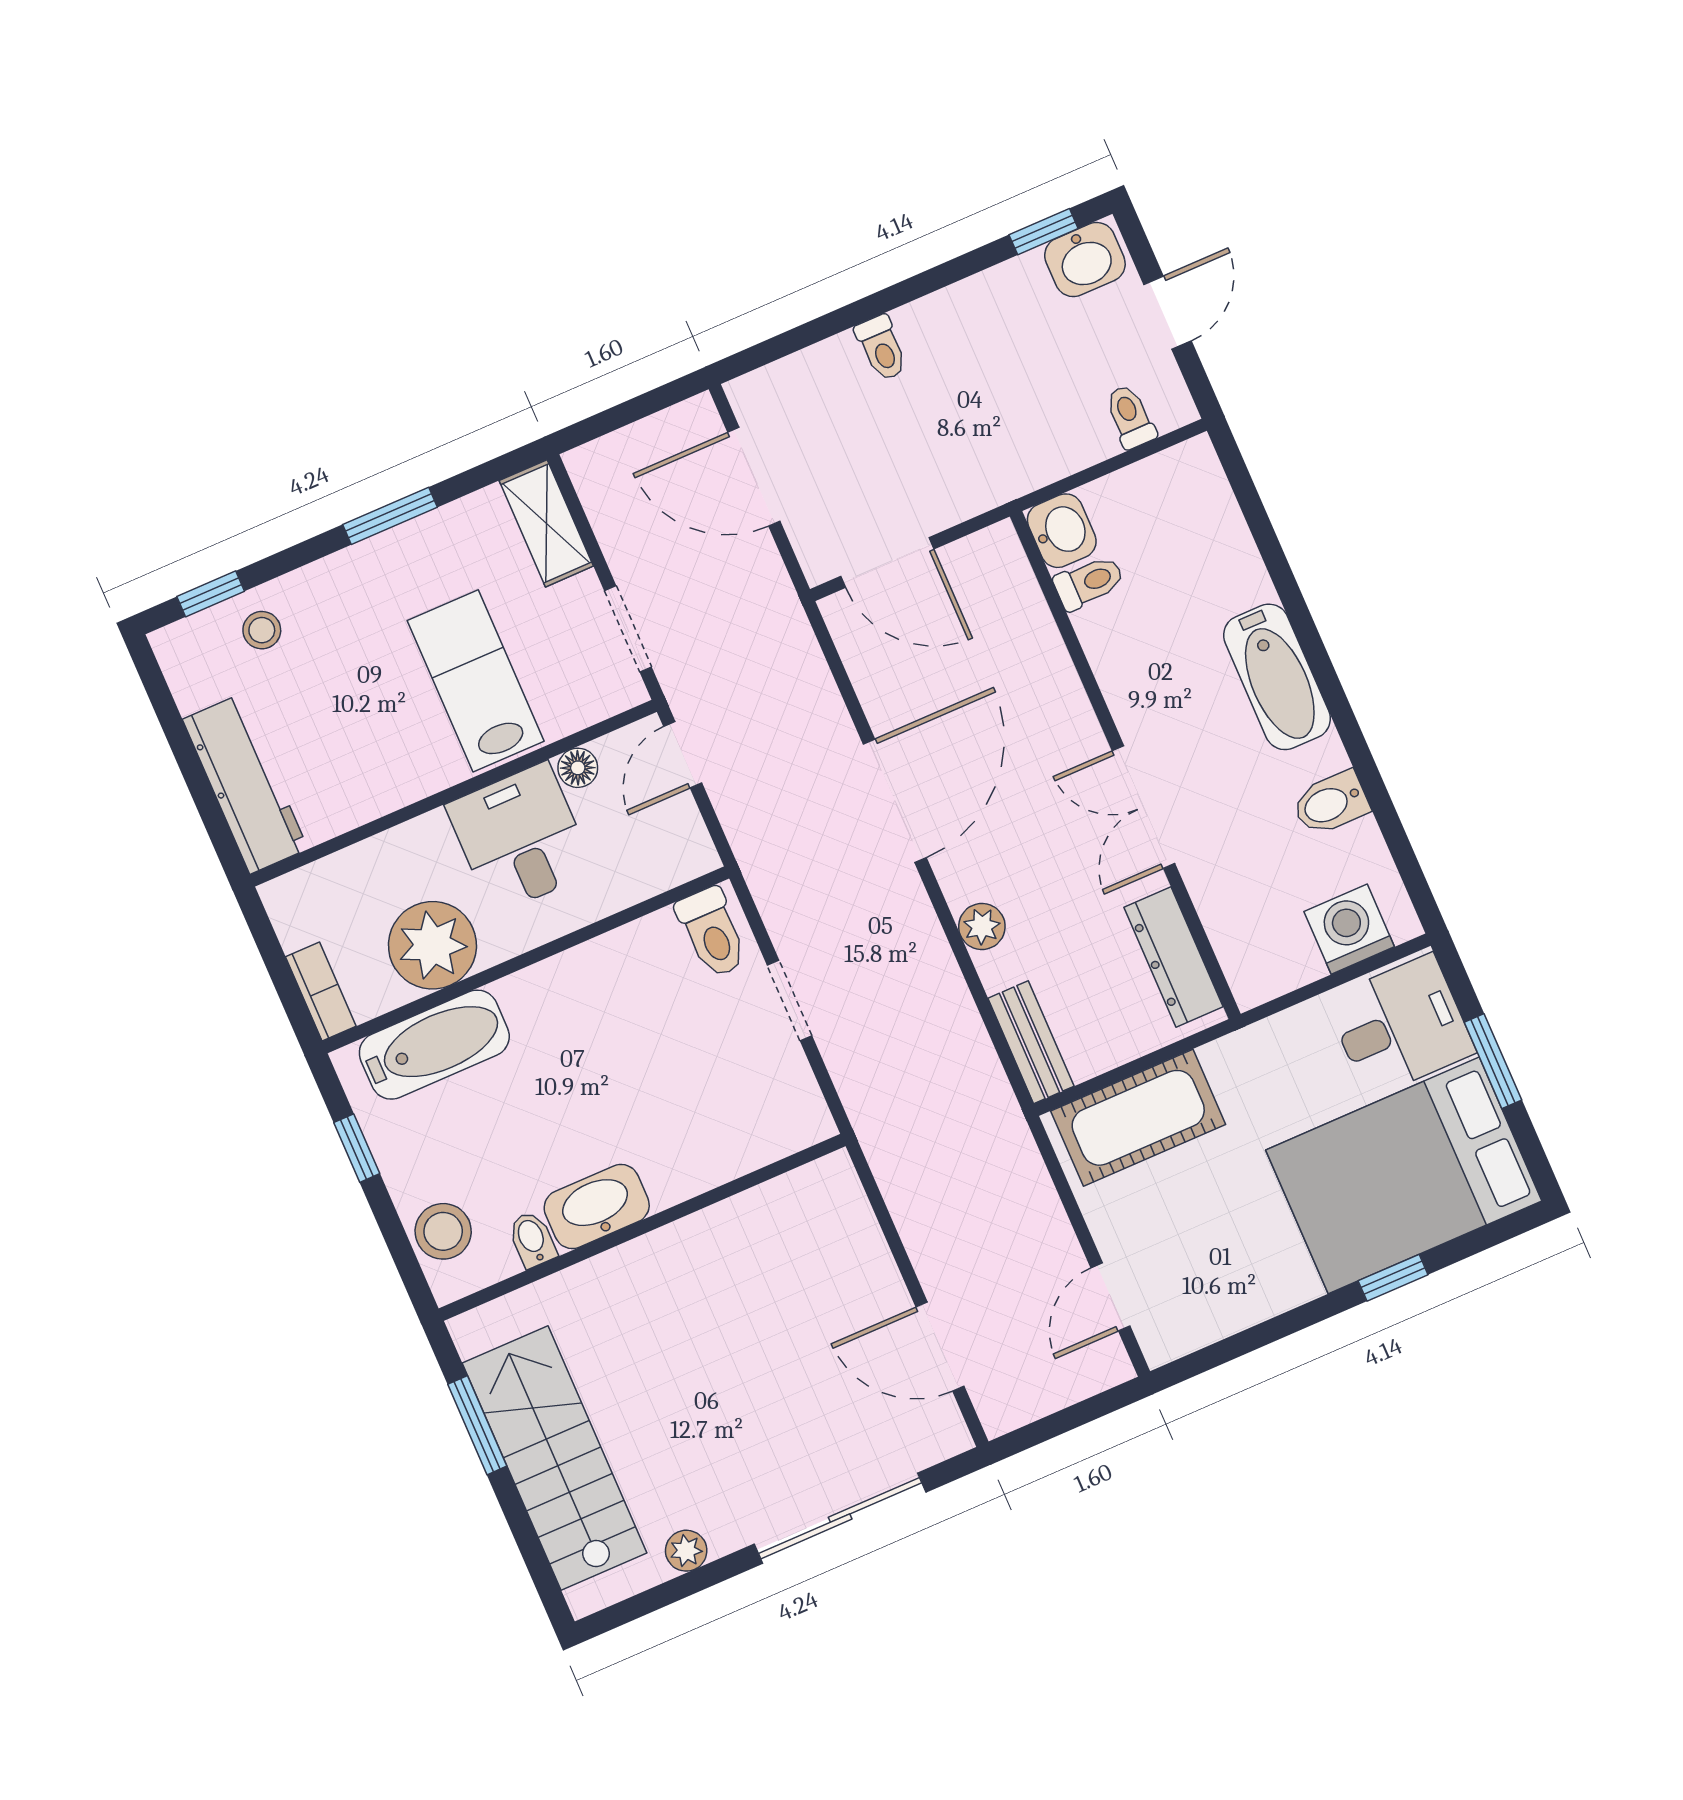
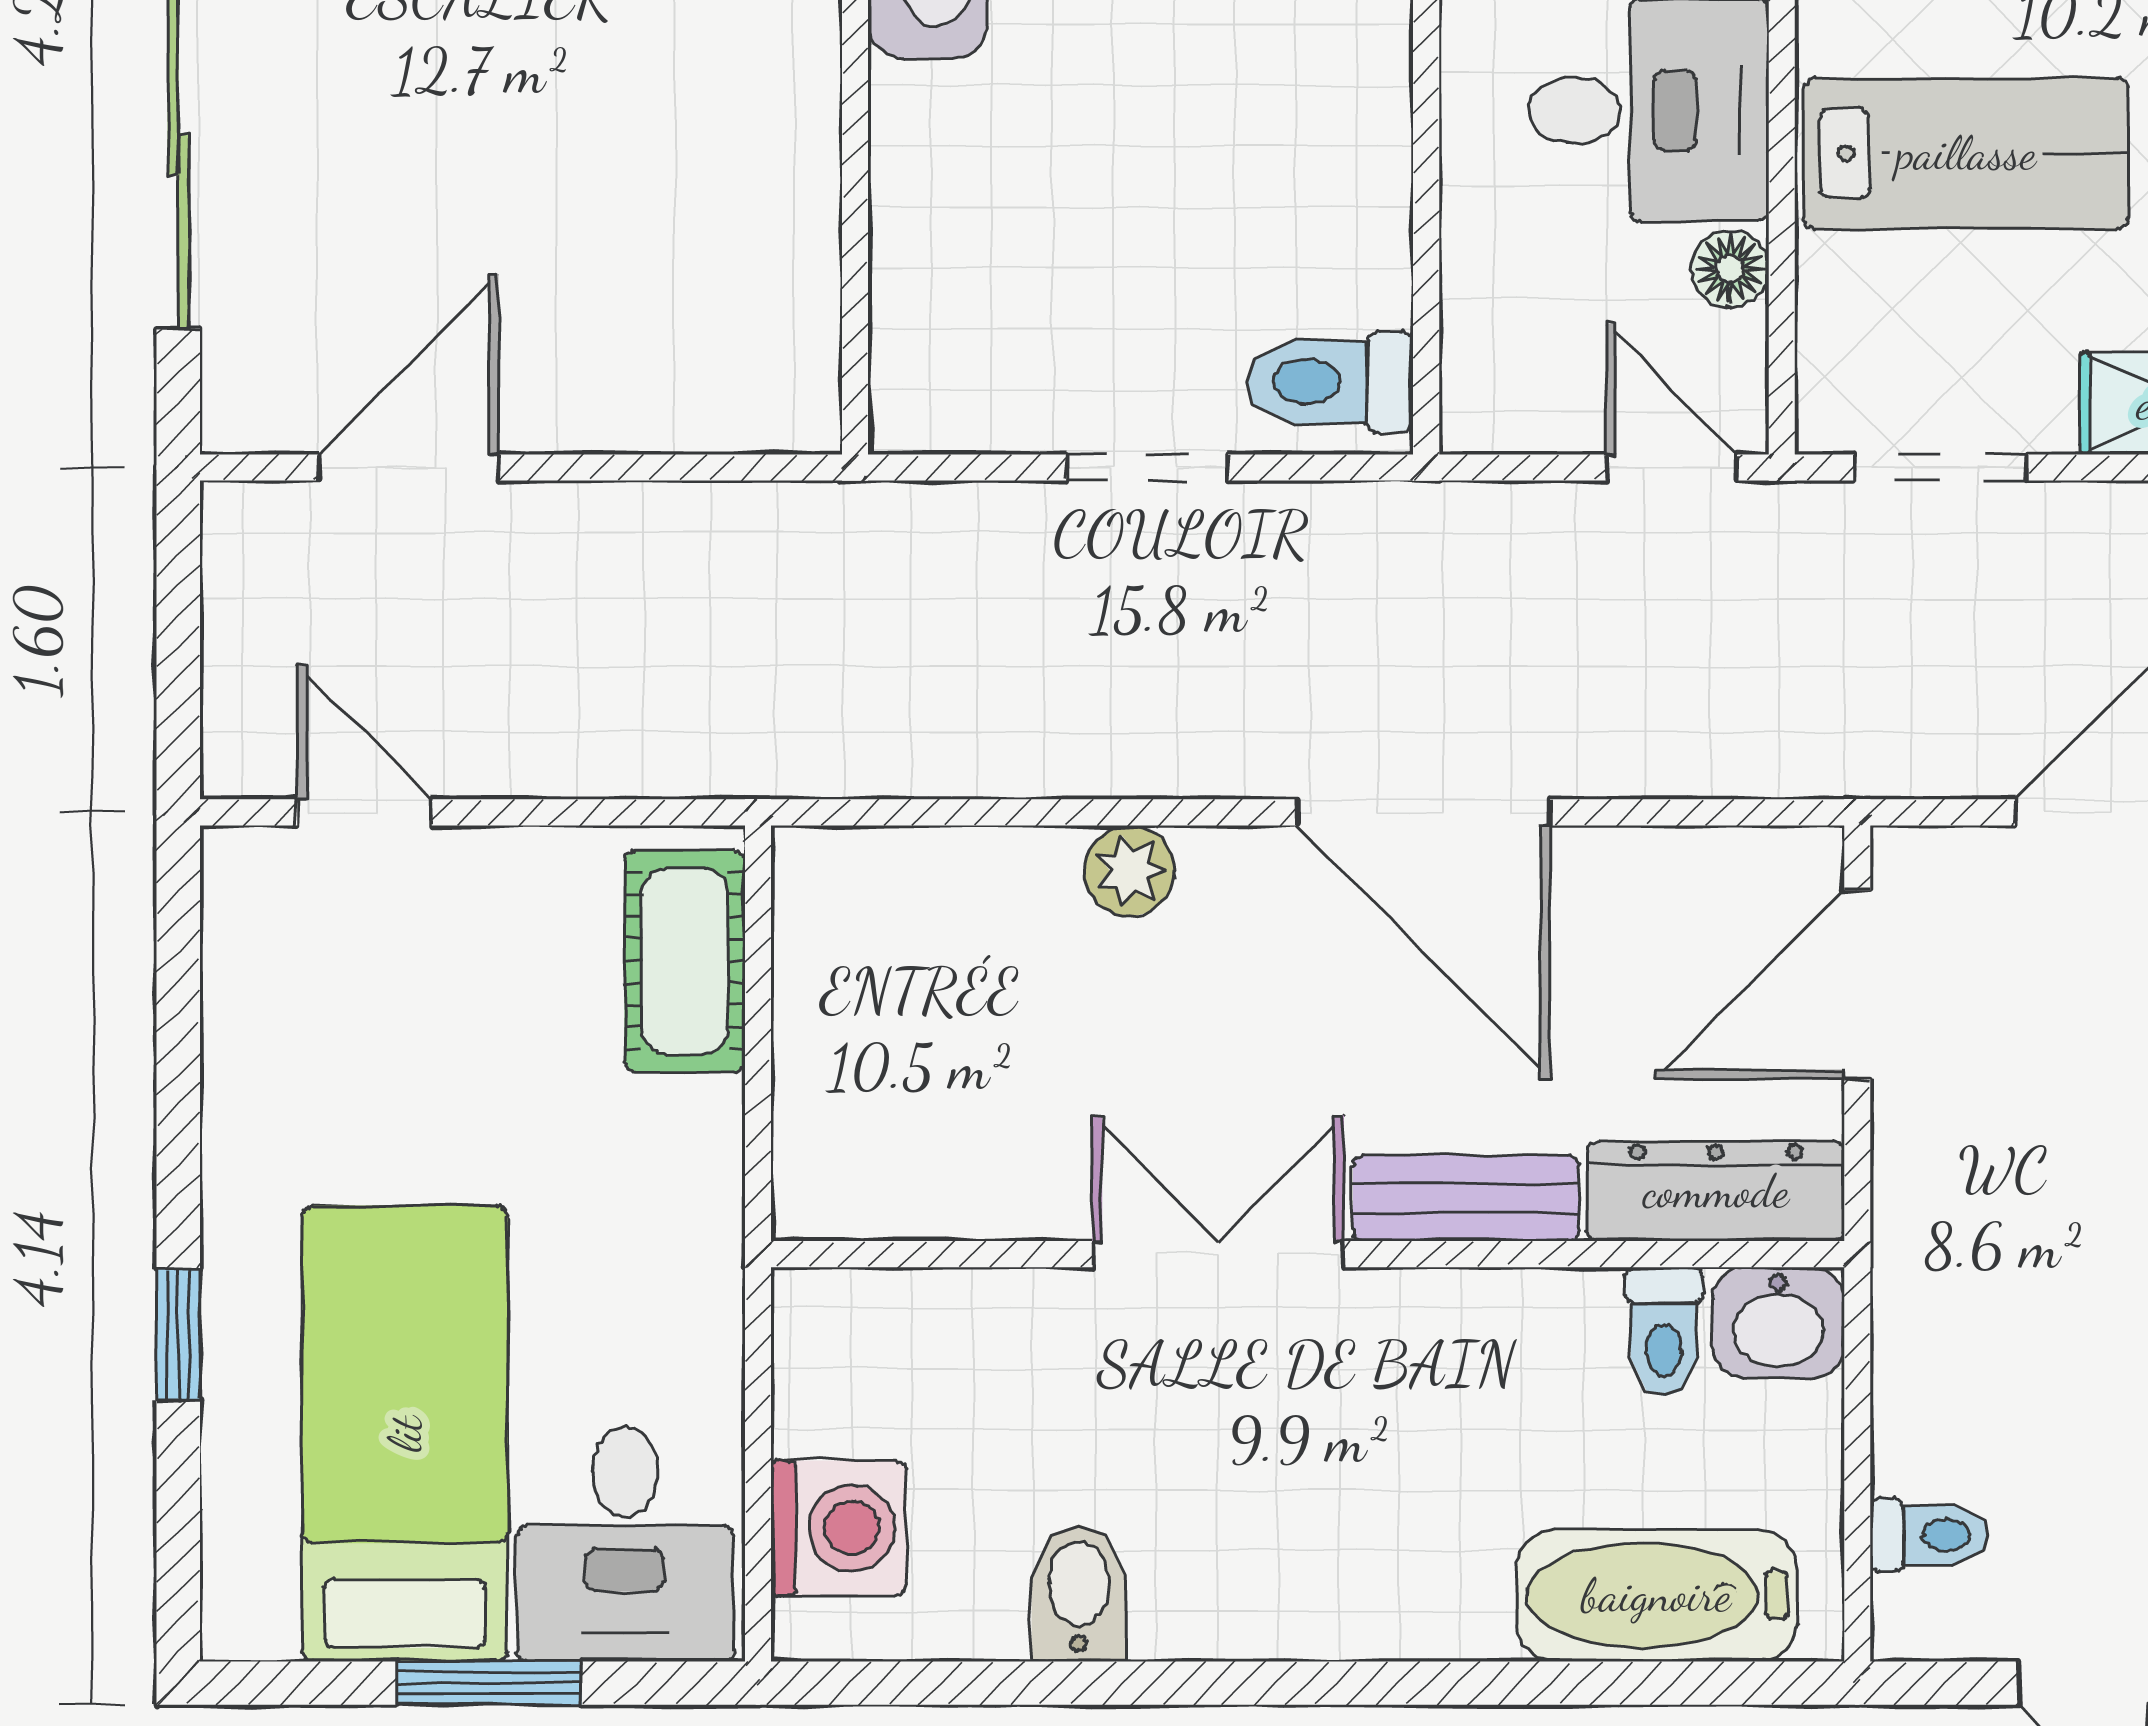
bathtub: (1277, 677) -> (1656, 1595), moved
dresser: (1174, 957) -> (1716, 1191), moved
bench: (1031, 1042) -> (1466, 1198), moved
cot: (1138, 1118) -> (685, 961), width x0.73, depth x0.75
bed: (1404, 1175) -> (405, 1434), width x0.67

